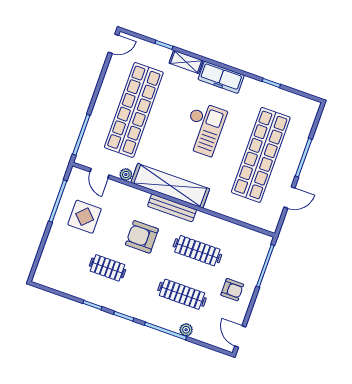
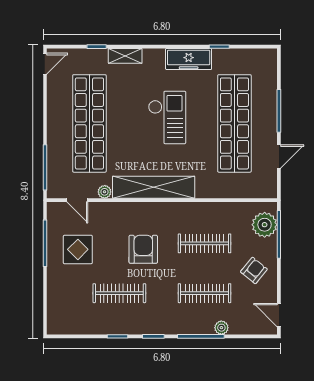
freezer: (221, 77) -> (189, 59), moved
bench: (172, 208) -> (163, 209), removed
armchair: (142, 237) -> (143, 249), turned 90
plant: (256, 253) -> (265, 225), added
clothes rail: (107, 268) -> (119, 293), width x1.36
armchair: (232, 290) -> (254, 270), turned -51

